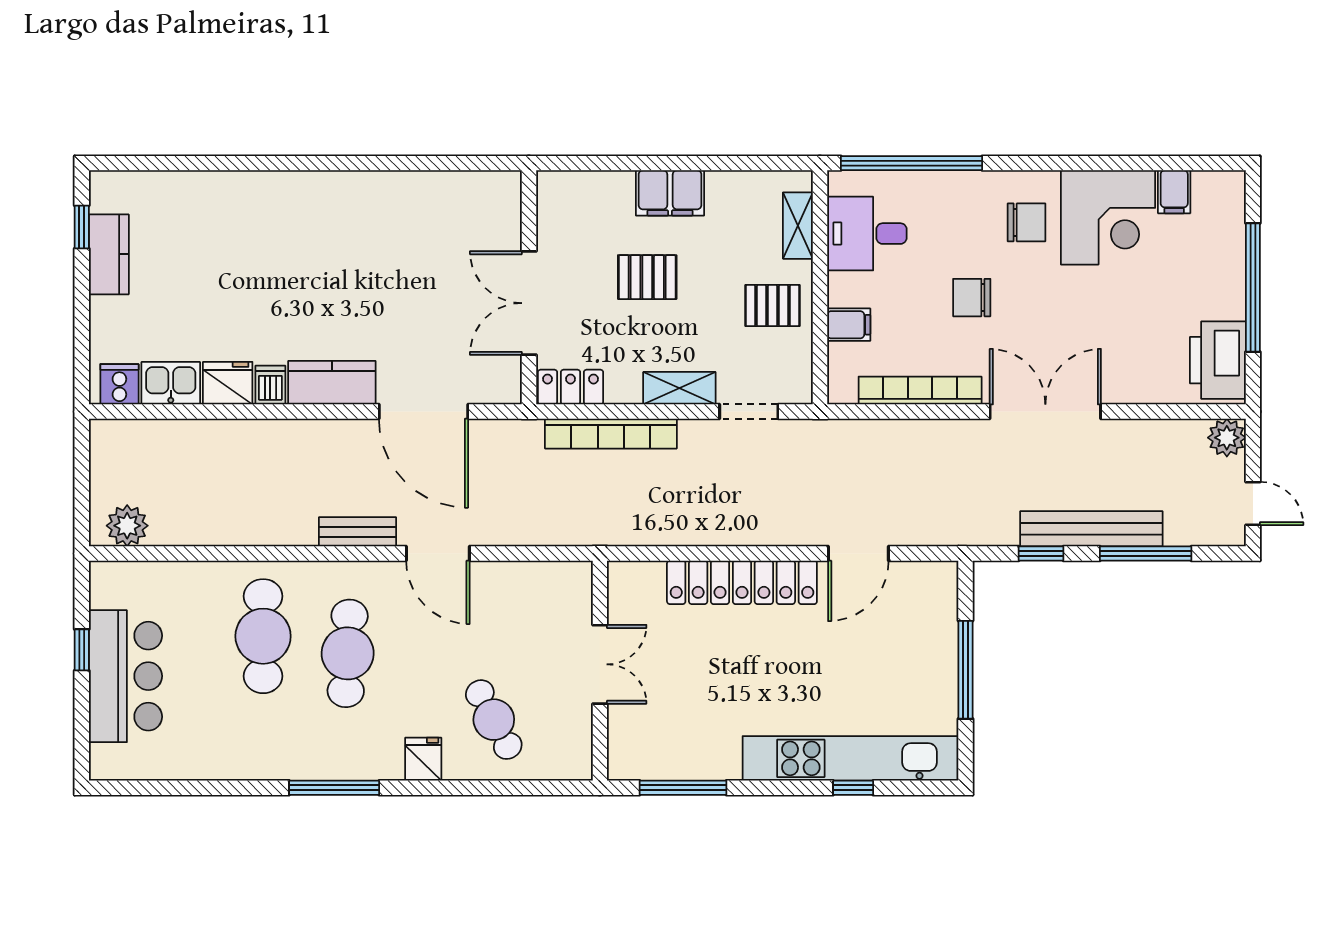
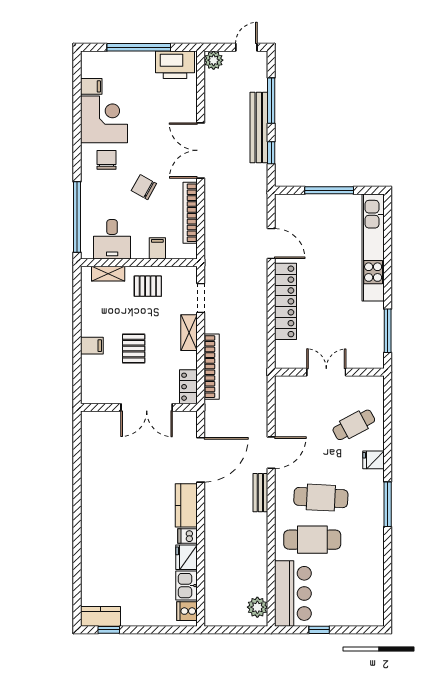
filing cabinet: (670, 193) -> (92, 346), width x0.50
kitchen counter: (109, 254) -> (100, 616), moved
chair: (972, 298) -> (144, 187), turned 119
pallet: (772, 306) -> (148, 286), turned 90
bar counter: (126, 676) -> (293, 593), moved, turned 90
window: (853, 788) -> (388, 246), removed

